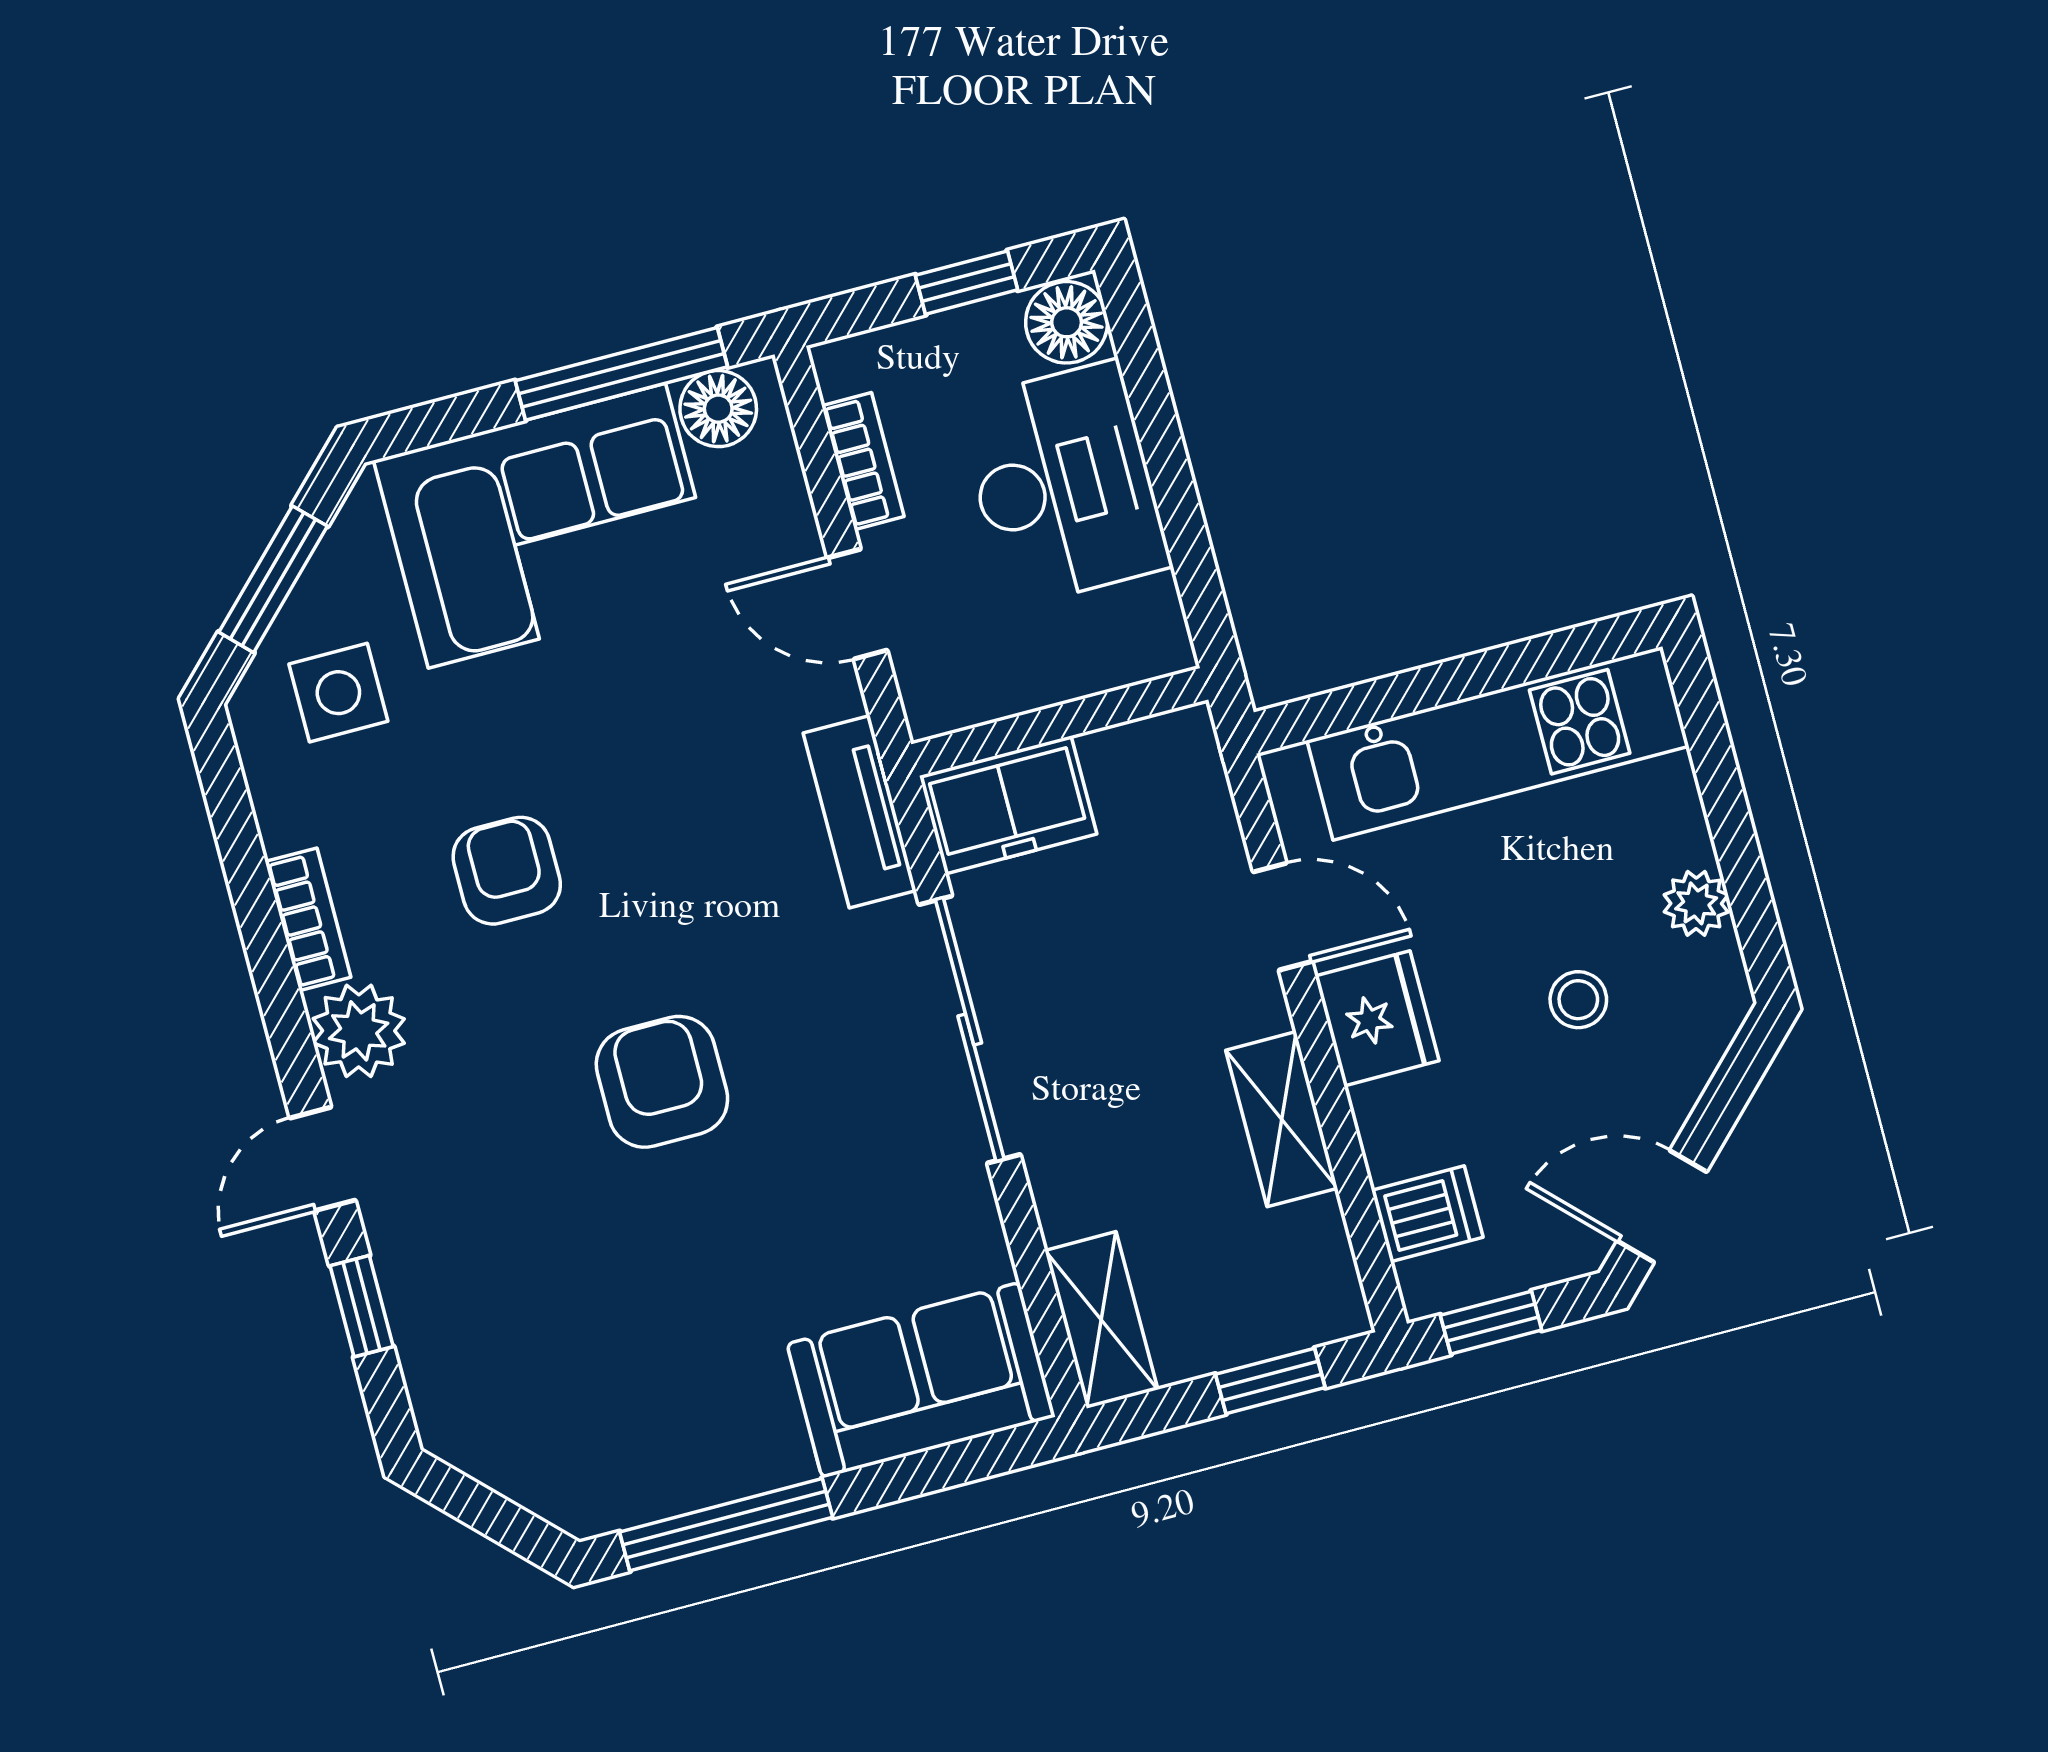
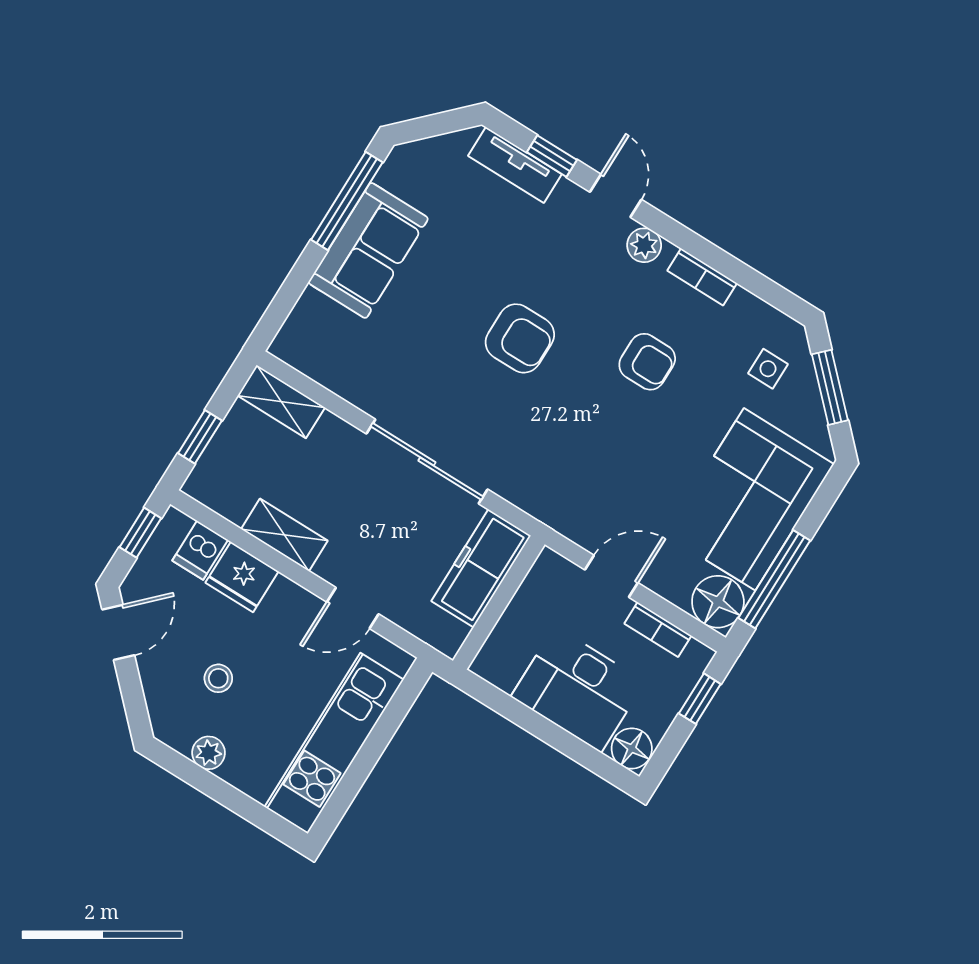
window: (967, 283) -> (700, 699), moved
floor lamp: (718, 409) -> (718, 602), width x1.38, depth x1.38
side table: (338, 693) -> (768, 369), width x0.73, depth x0.73
freezer: (1008, 805) -> (481, 568), width x1.40
tv unit: (860, 812) -> (515, 165), moved, turned 180
fridge: (1377, 1018) -> (242, 577), moved
plant: (359, 1031) -> (644, 245), width x0.73, depth x0.73
sofa: (921, 1380) -> (368, 250), moved

